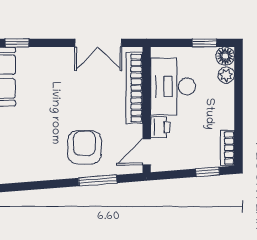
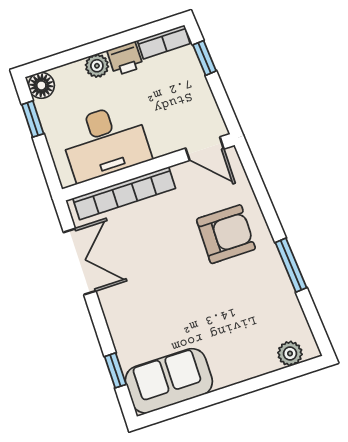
plant: (226, 75) -> (97, 66), moved
printer: (160, 127) -> (125, 59), moved, turned 180
armchair: (84, 147) -> (226, 234), turned 180
window: (98, 180) -> (291, 265), moved

